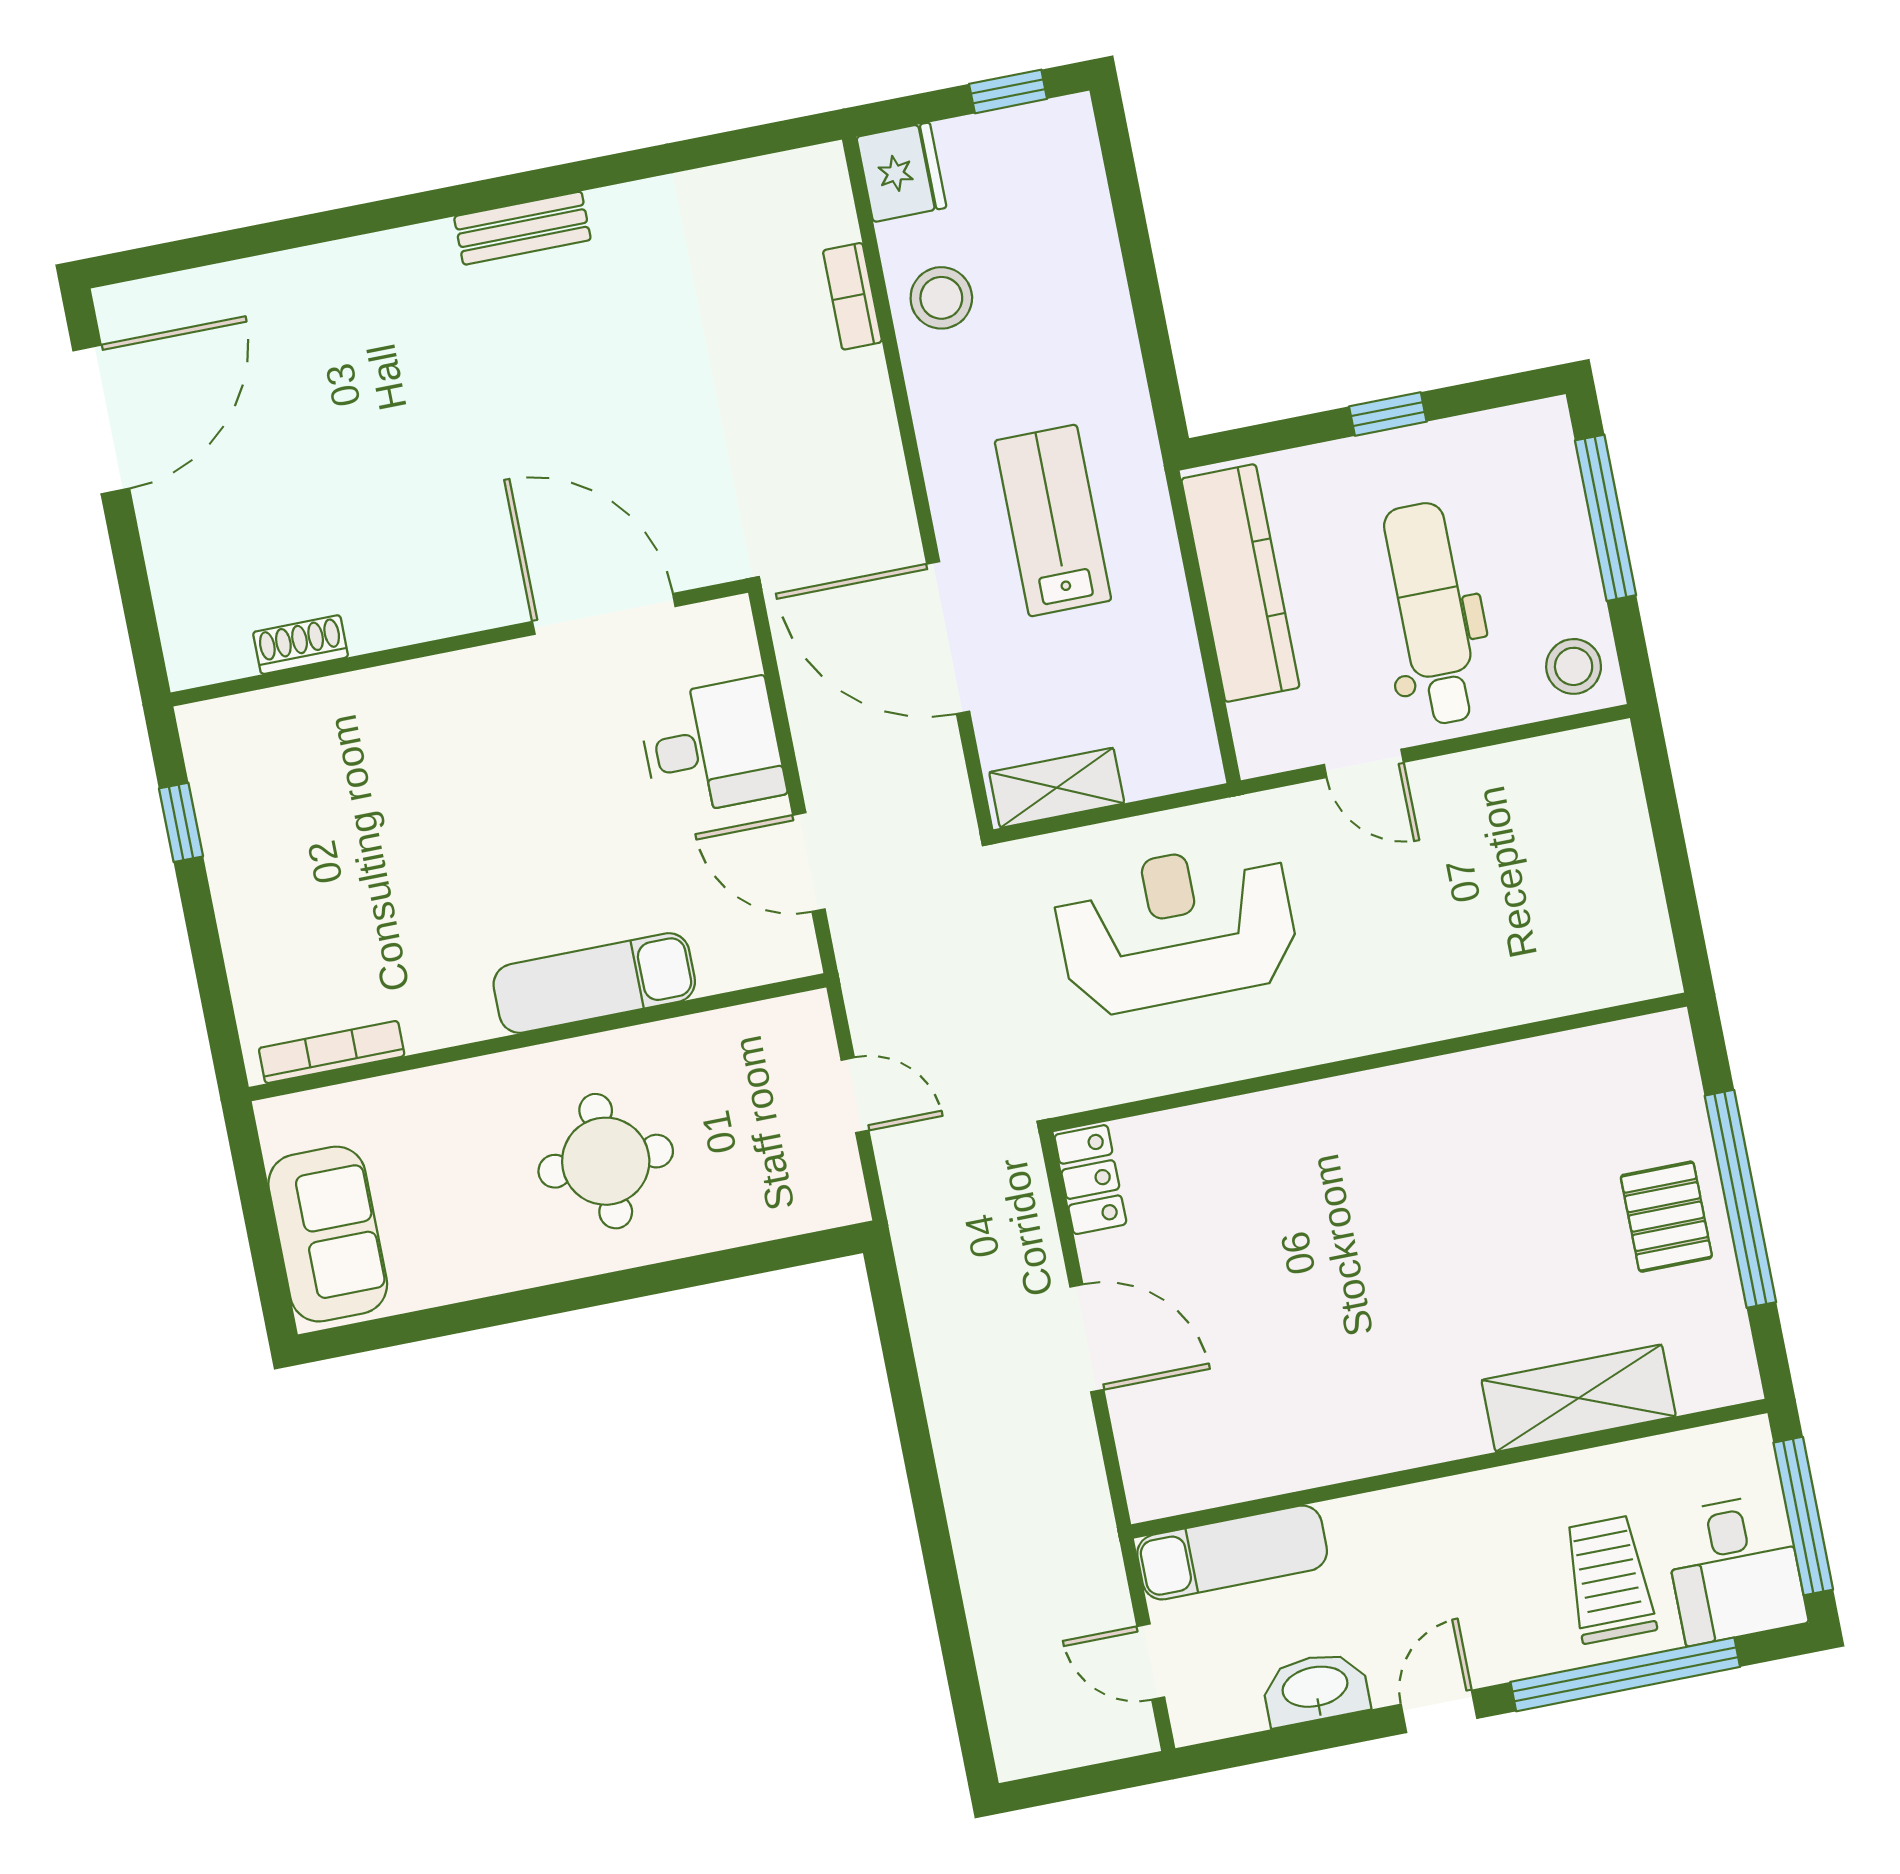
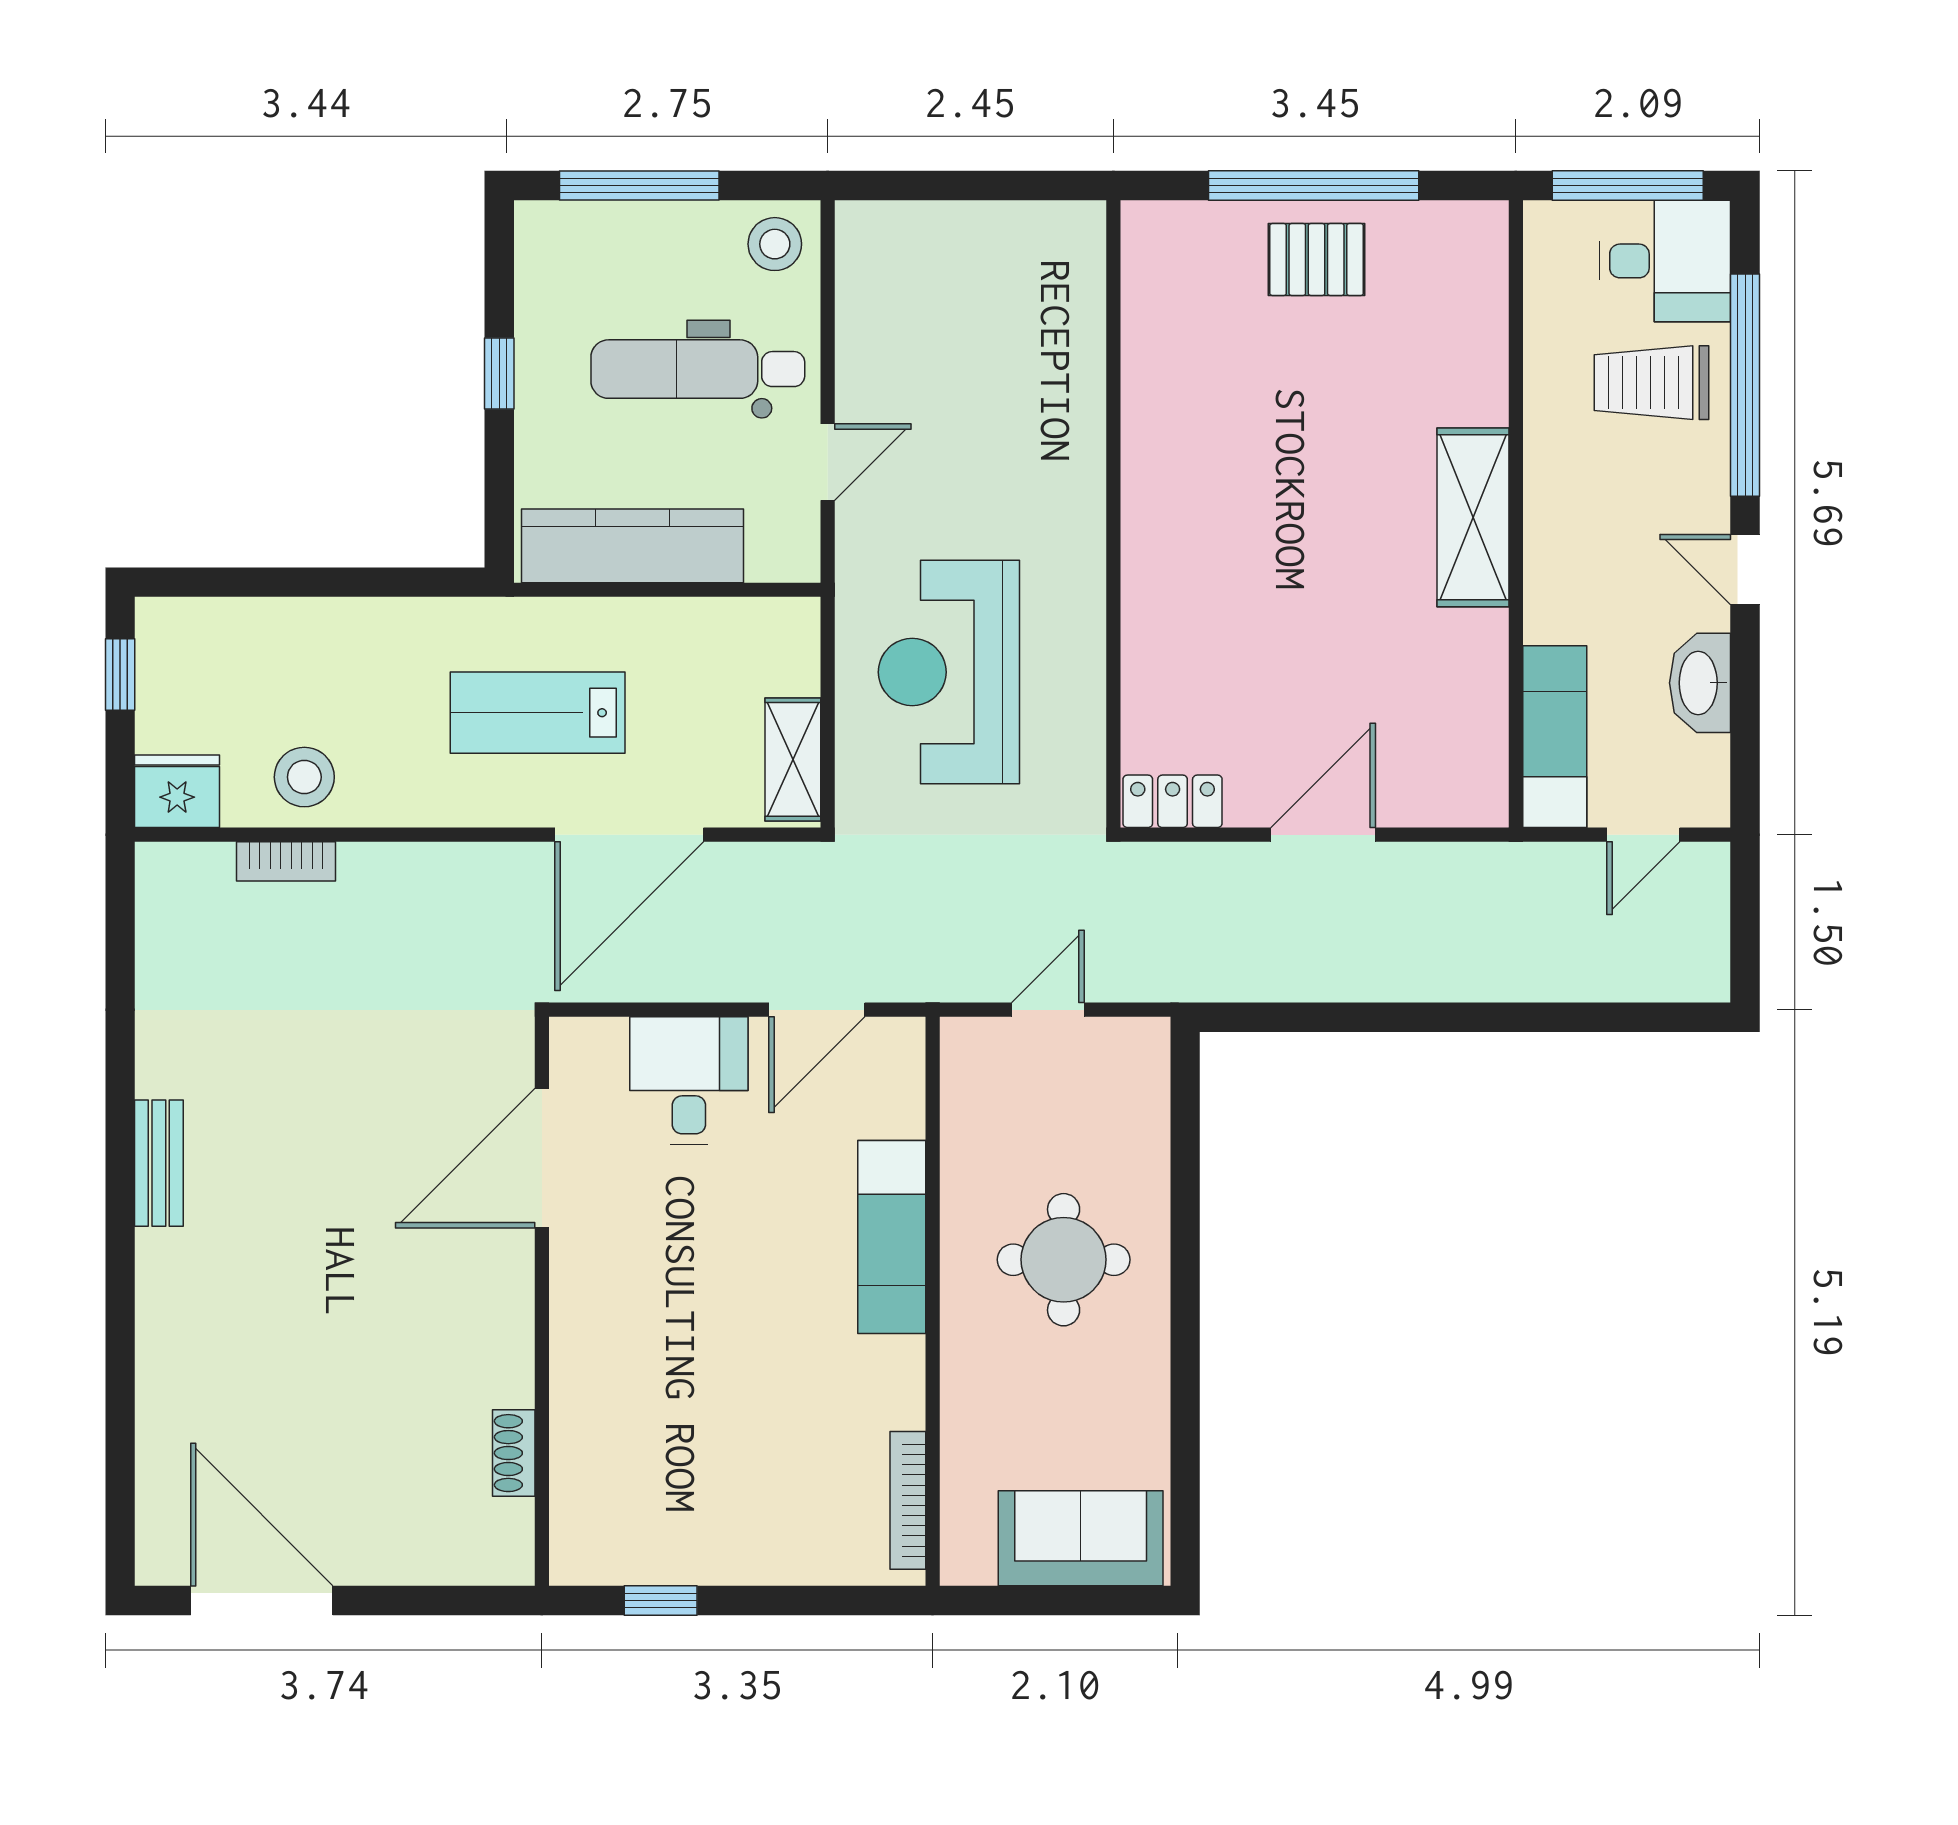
shelving: (1579, 1398) -> (1473, 517), moved

